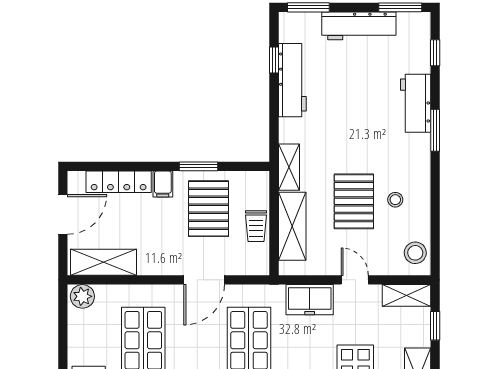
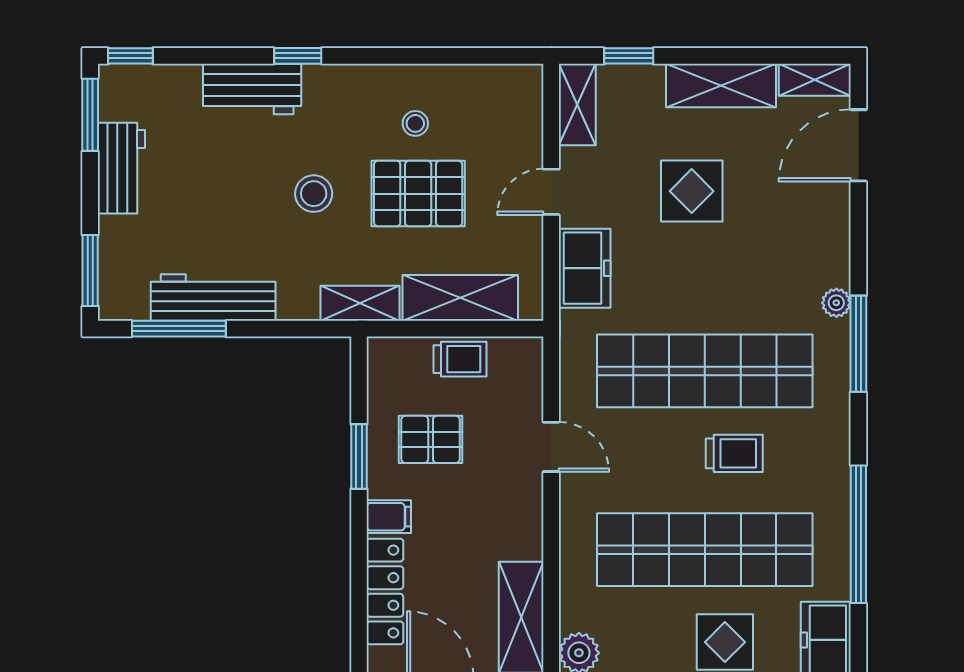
workbench: (359, 26) -> (121, 168), width x0.73
window: (435, 53) -> (130, 56), moved
window: (274, 60) -> (179, 329), width x2.17
window: (435, 130) -> (298, 56), width x0.67
pallet: (208, 209) -> (431, 439), width x0.67, depth x0.71
stool: (415, 253) -> (314, 194), moved
door: (204, 280) -> (551, 447), width x0.73

